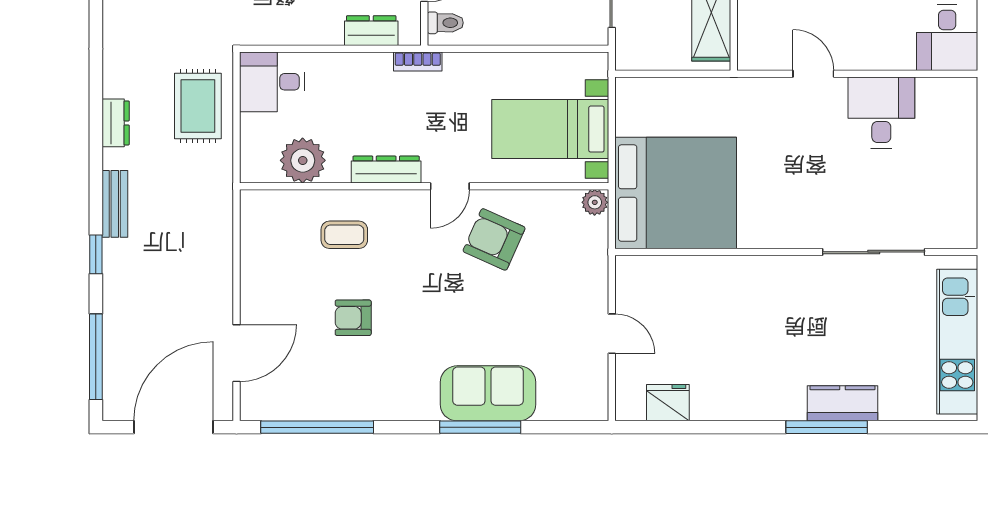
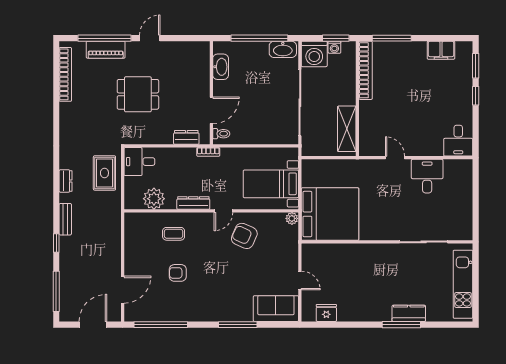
sofa: (488, 393) -> (276, 309), moved
door: (173, 427) -> (93, 325), width x0.73

